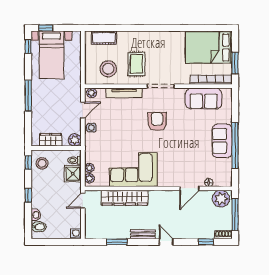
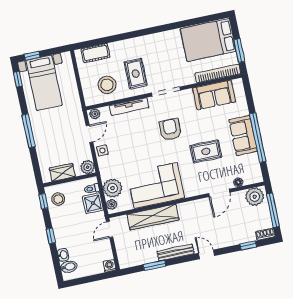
rug: (185, 148) -> (206, 151), added
plant: (89, 168) -> (113, 188), width x1.87, depth x1.87
bench: (143, 234) -> (176, 252), width x1.36

